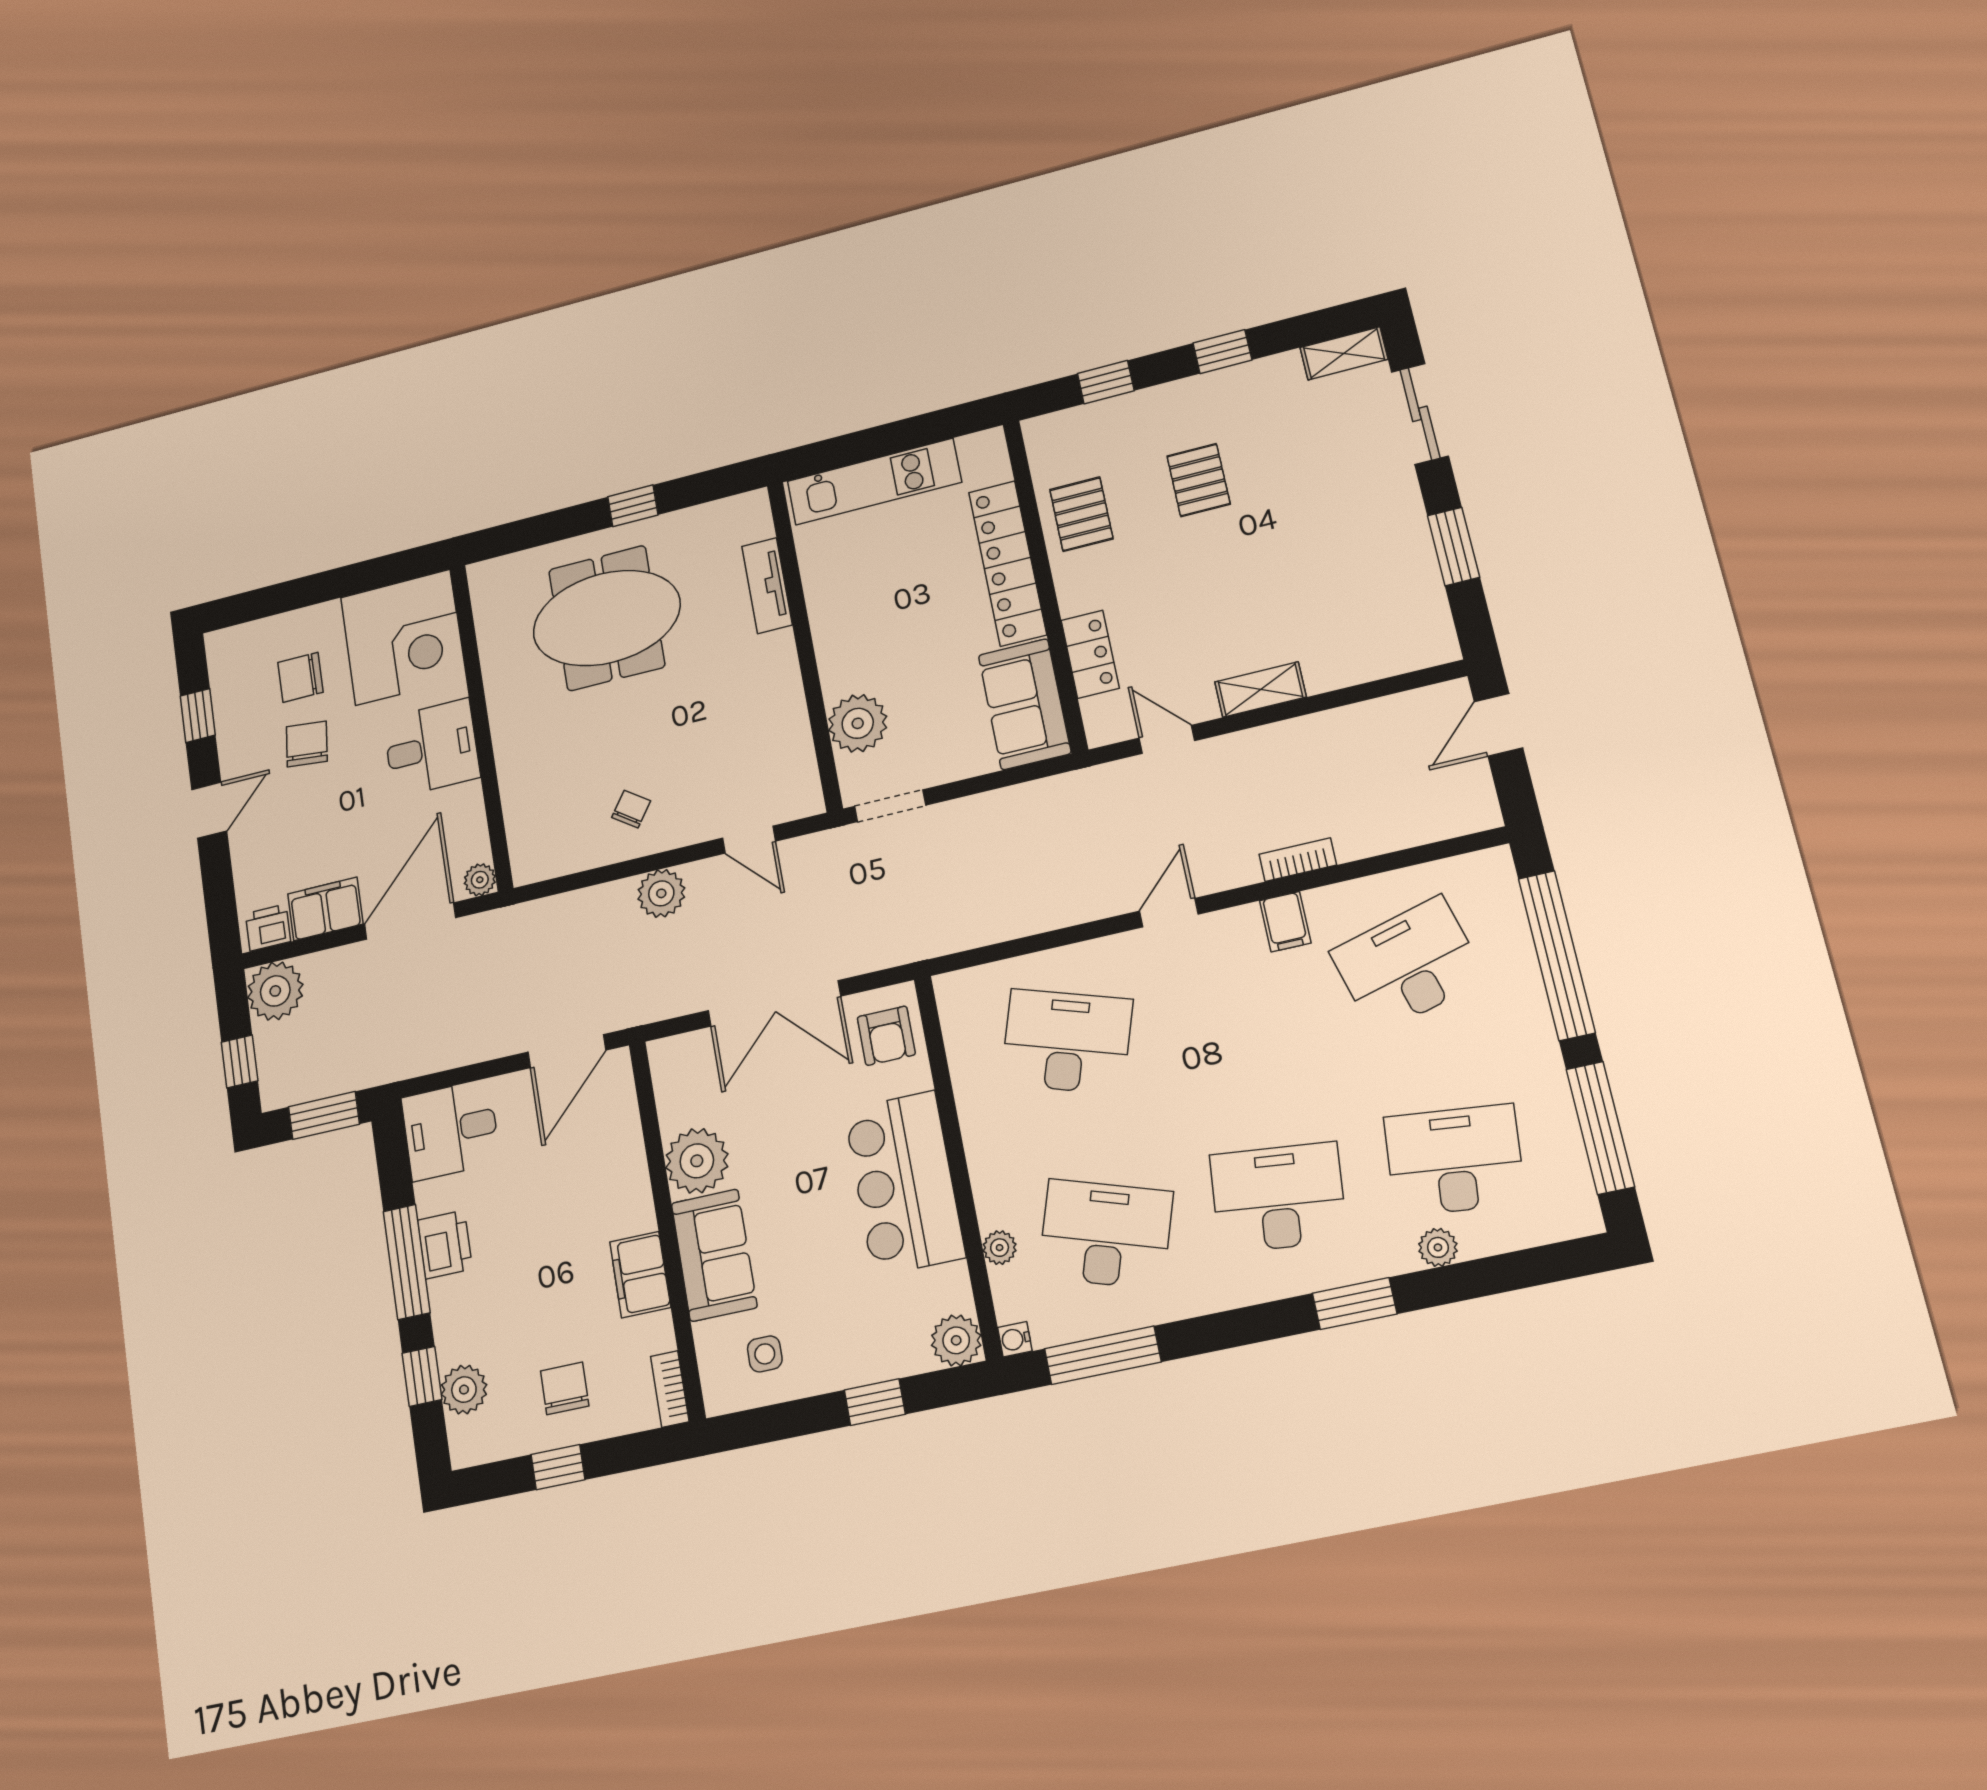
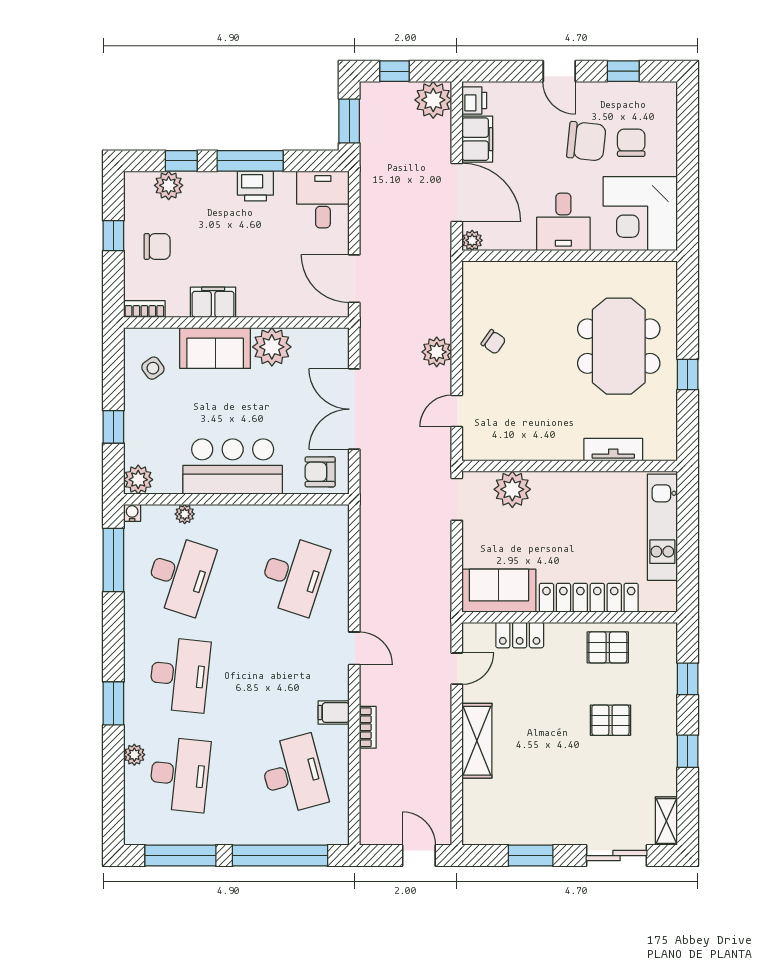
shelving: (1260, 689) -> (477, 741), width x1.50, depth x1.33
chair: (307, 744) -> (586, 141), width x1.37, depth x1.37
side table: (765, 1354) -> (153, 368), turned -36

